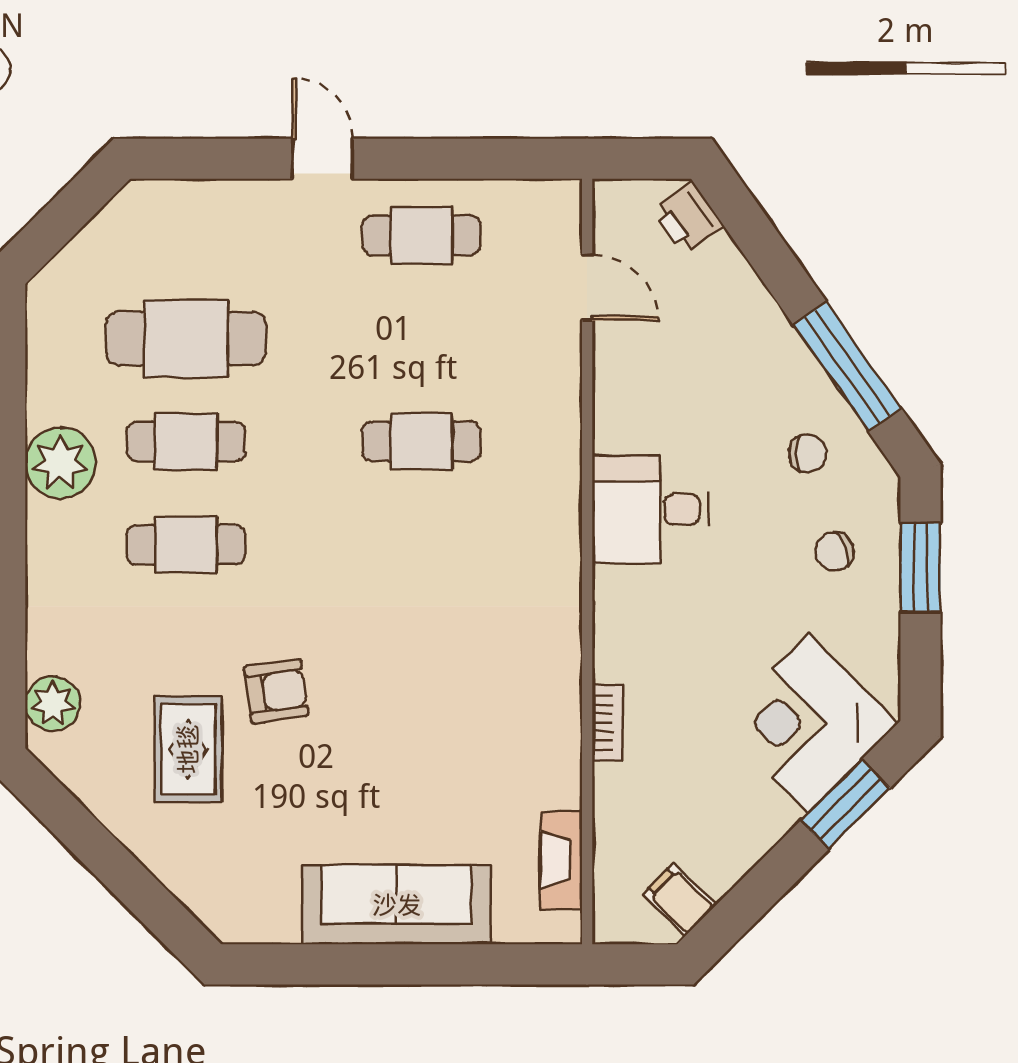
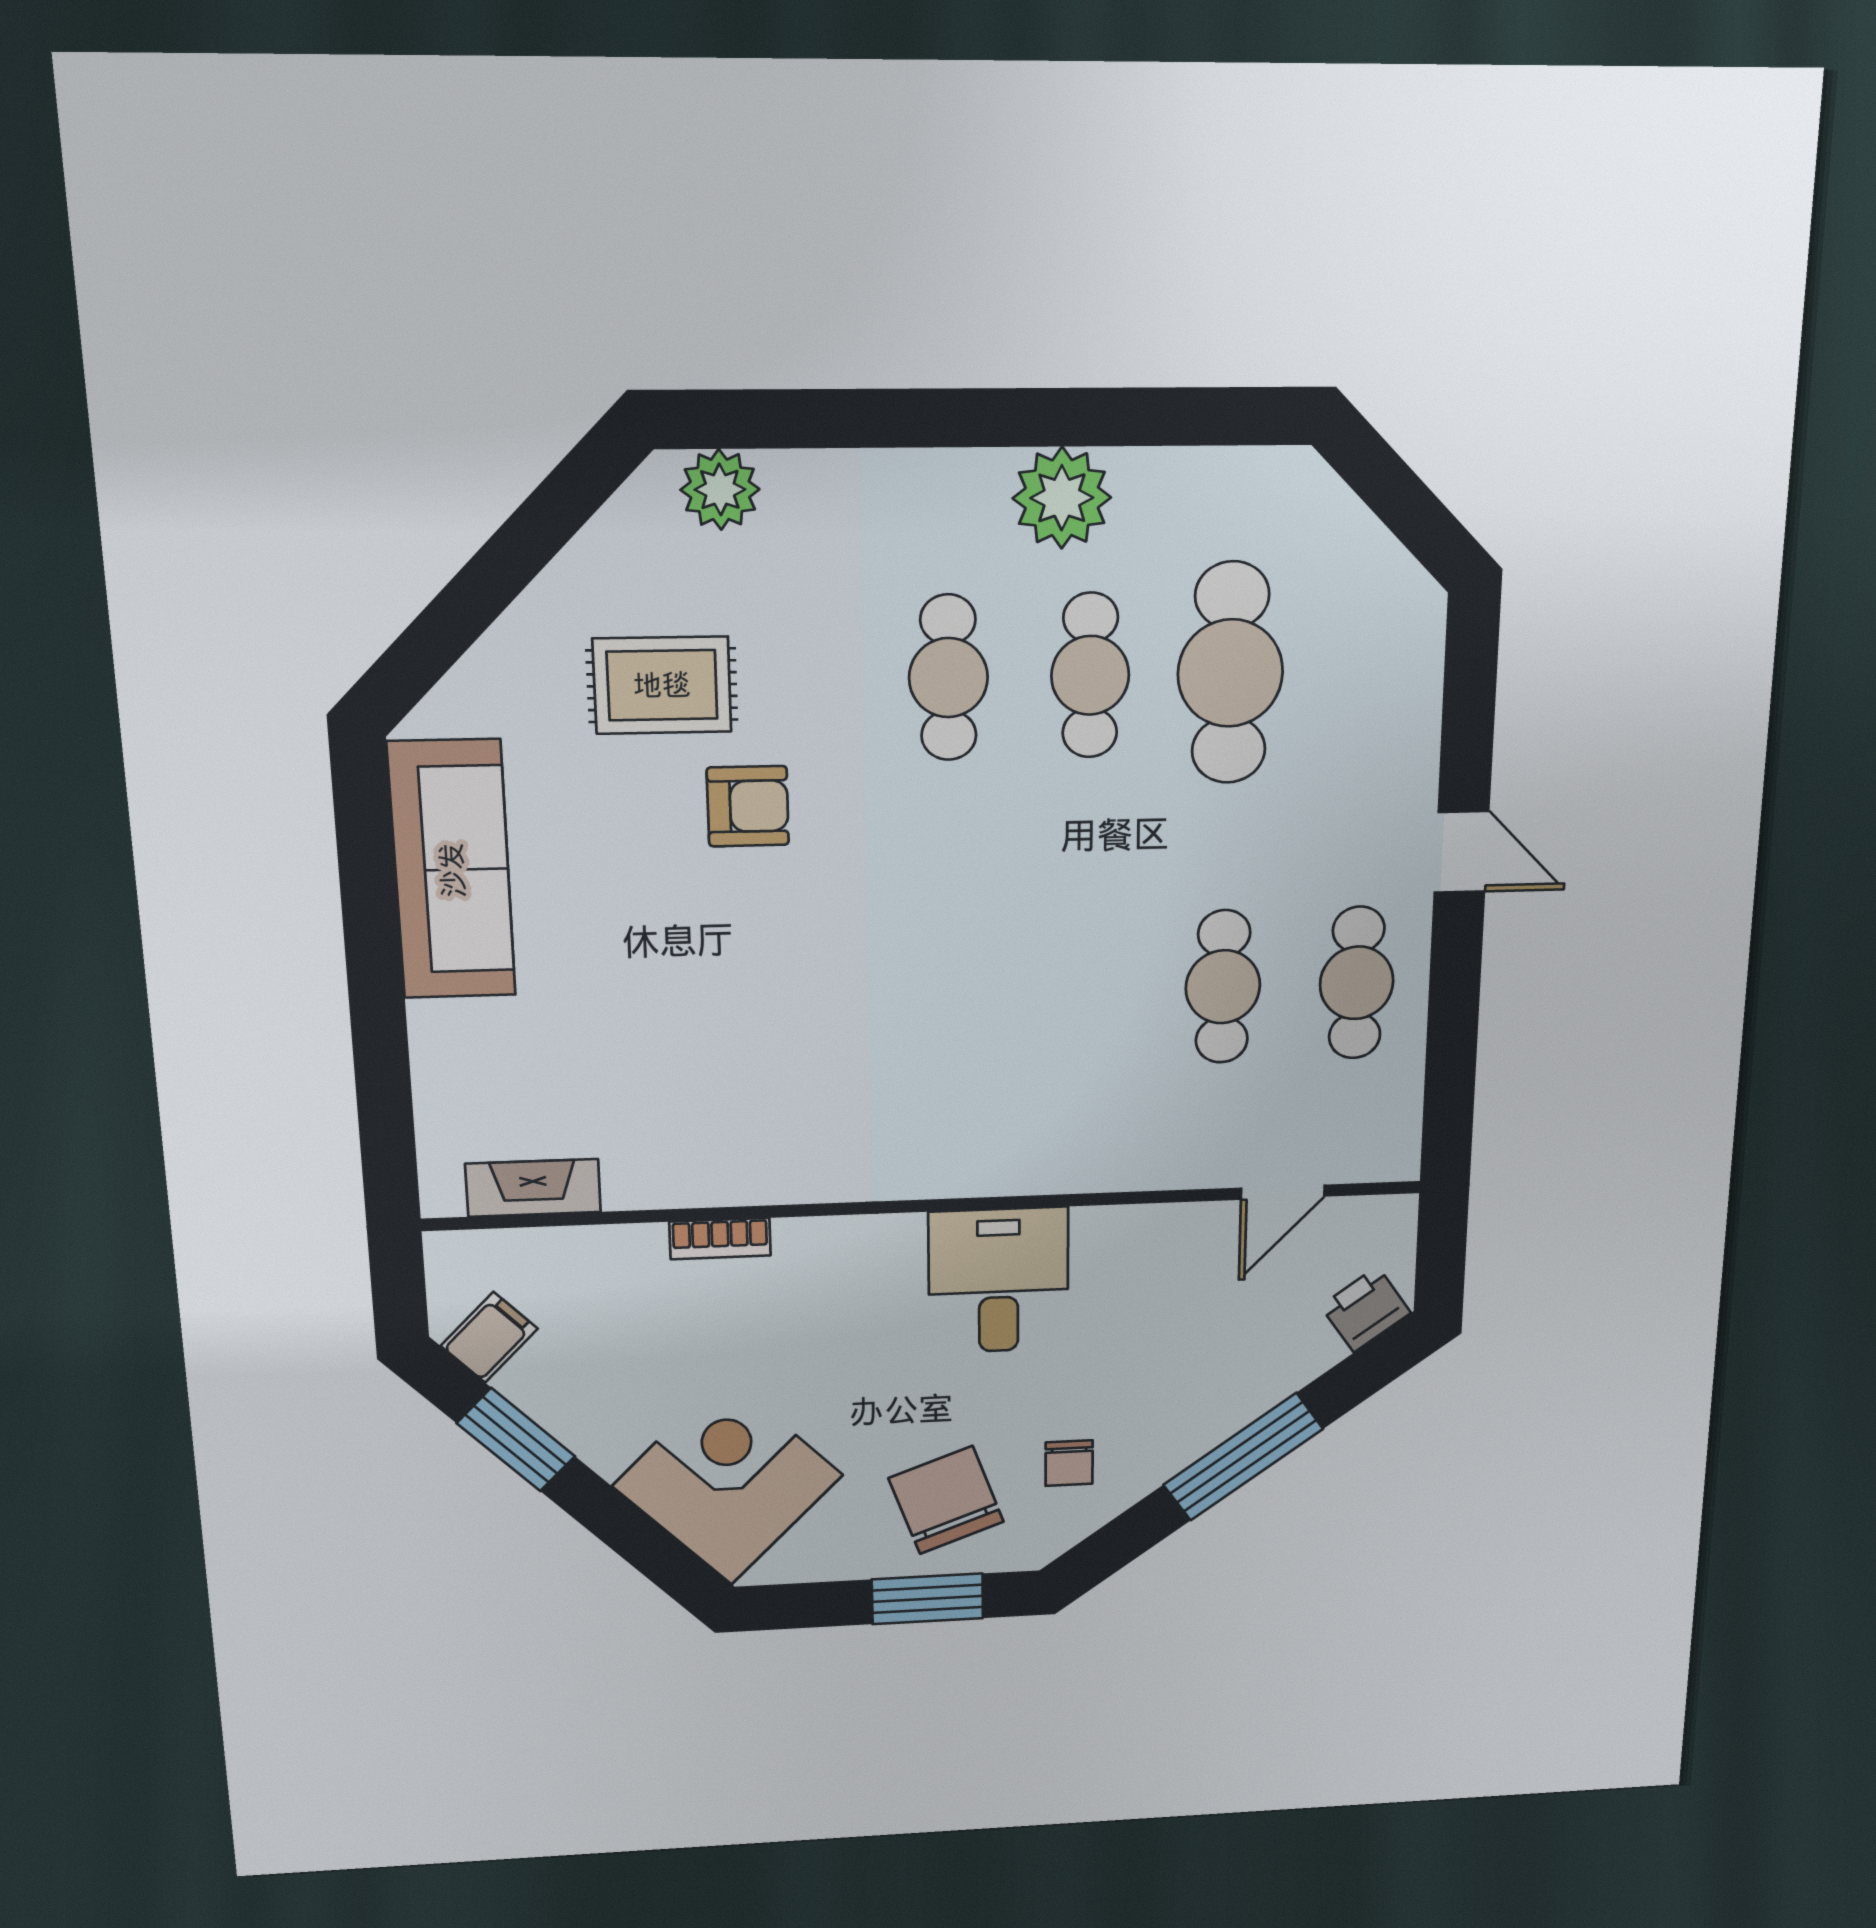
door: (322, 159) -> (1461, 852), hinge flipped
window: (847, 366) -> (1243, 1457), moved
cafe table: (421, 442) -> (1223, 987), moved
chair: (834, 552) -> (946, 1500), width x1.87, depth x1.87
armchair: (276, 691) -> (748, 806), turned -82
window: (845, 804) -> (516, 1440), moved
sofa: (397, 905) -> (452, 870), moved

